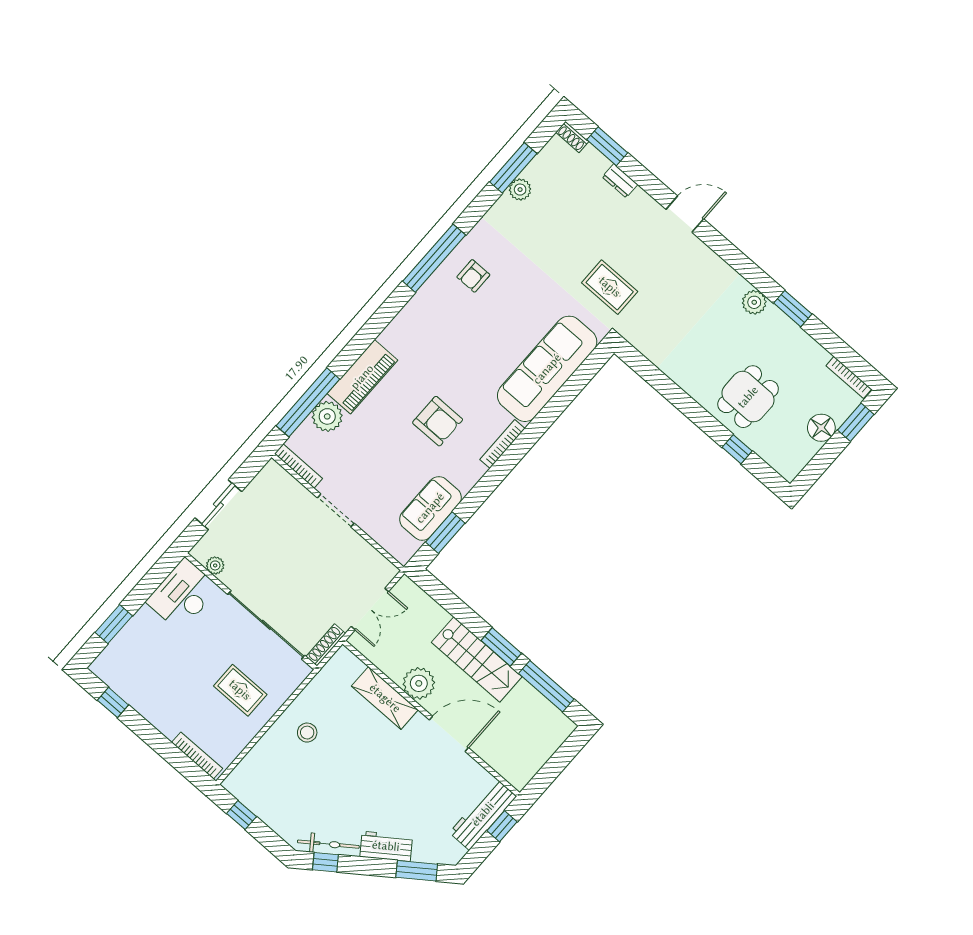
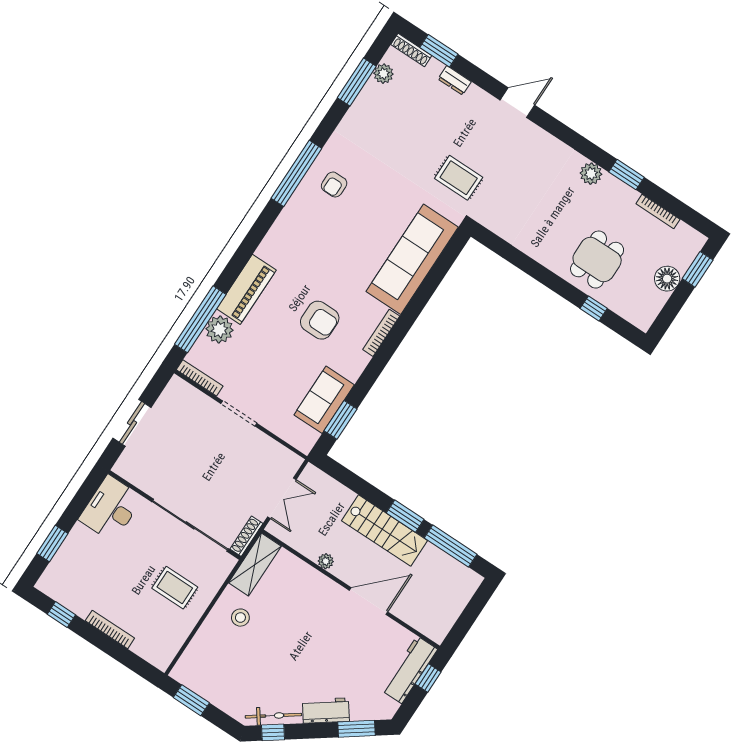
shoe rack: (572, 137) -> (411, 50), width x1.43
plant: (520, 190) -> (383, 74), moved
bookcase: (849, 377) -> (658, 212), moved
plant: (215, 565) -> (137, 478), removed
plant: (419, 683) -> (326, 561), width x0.53, depth x0.53
shelving: (385, 698) -> (255, 564), moved, turned 90
bookcase: (197, 755) -> (110, 629), moved
window: (241, 815) -> (191, 700), width x1.50

